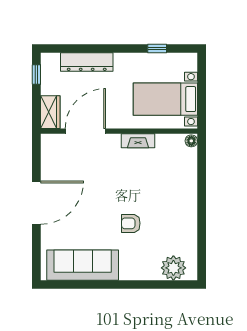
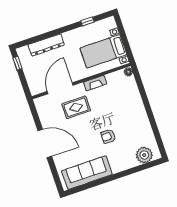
wardrobe: (50, 112) -> (34, 84), removed
rug: (99, 166) -> (76, 107), added
door: (36, 203) -> (45, 143), hinge flipped

